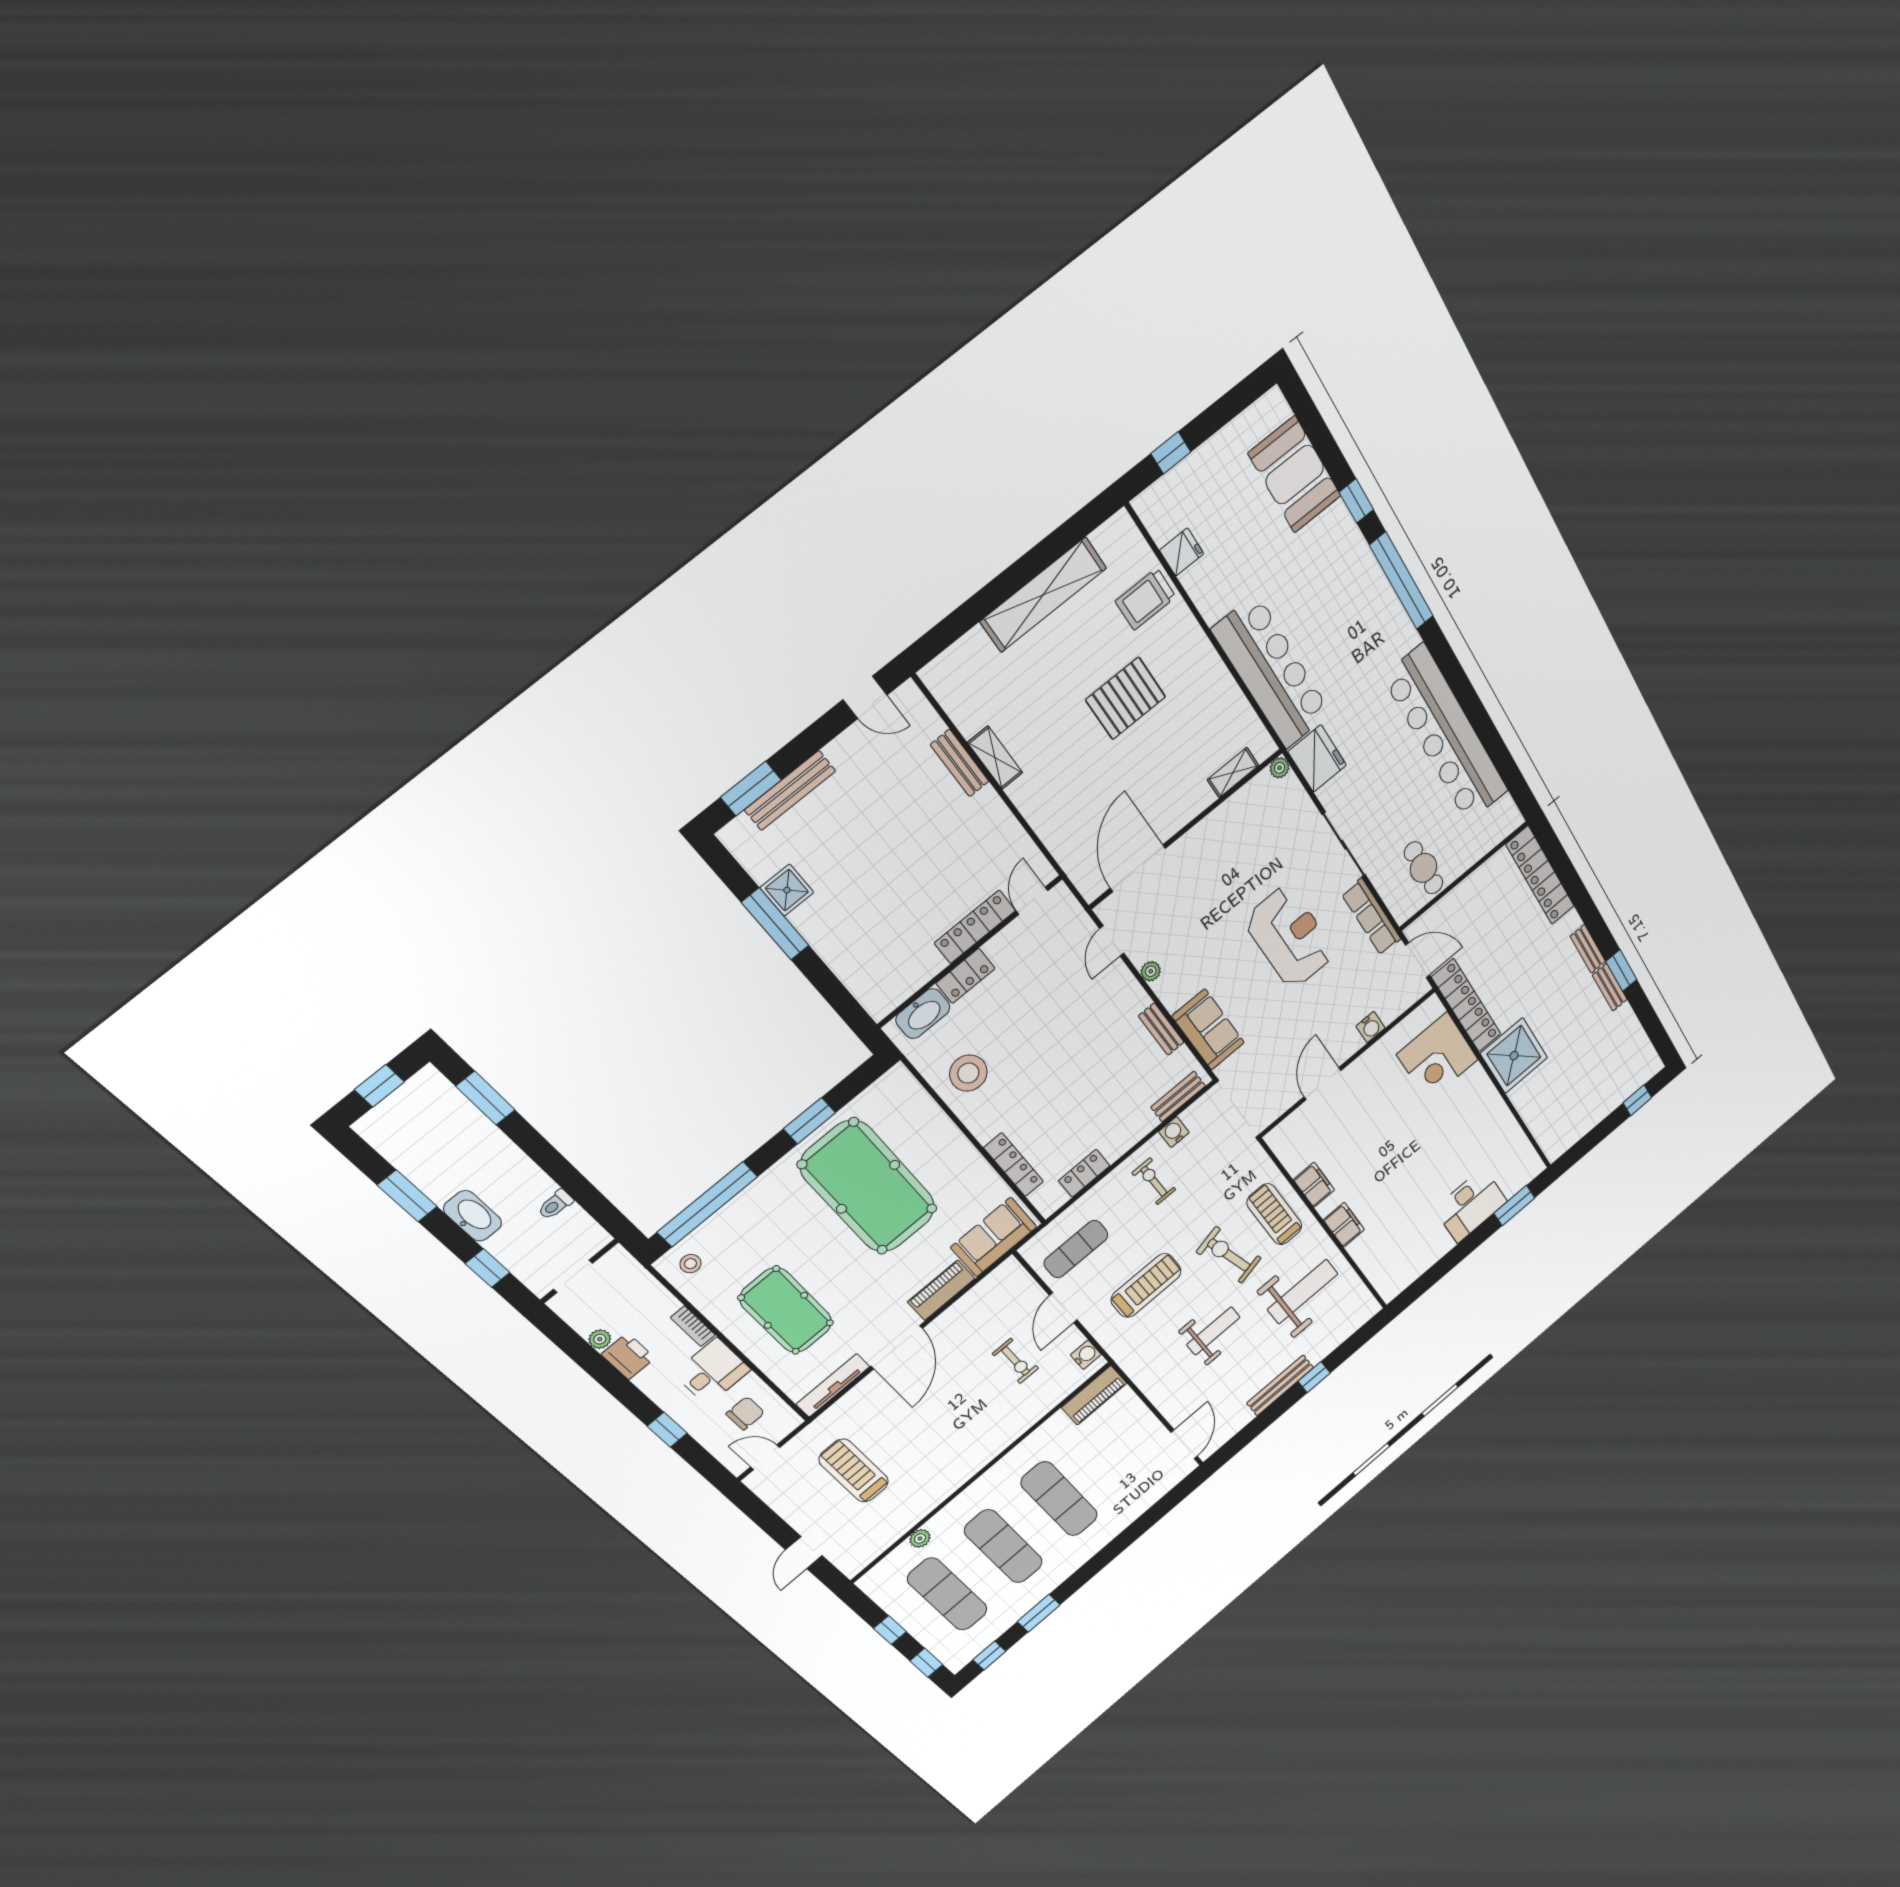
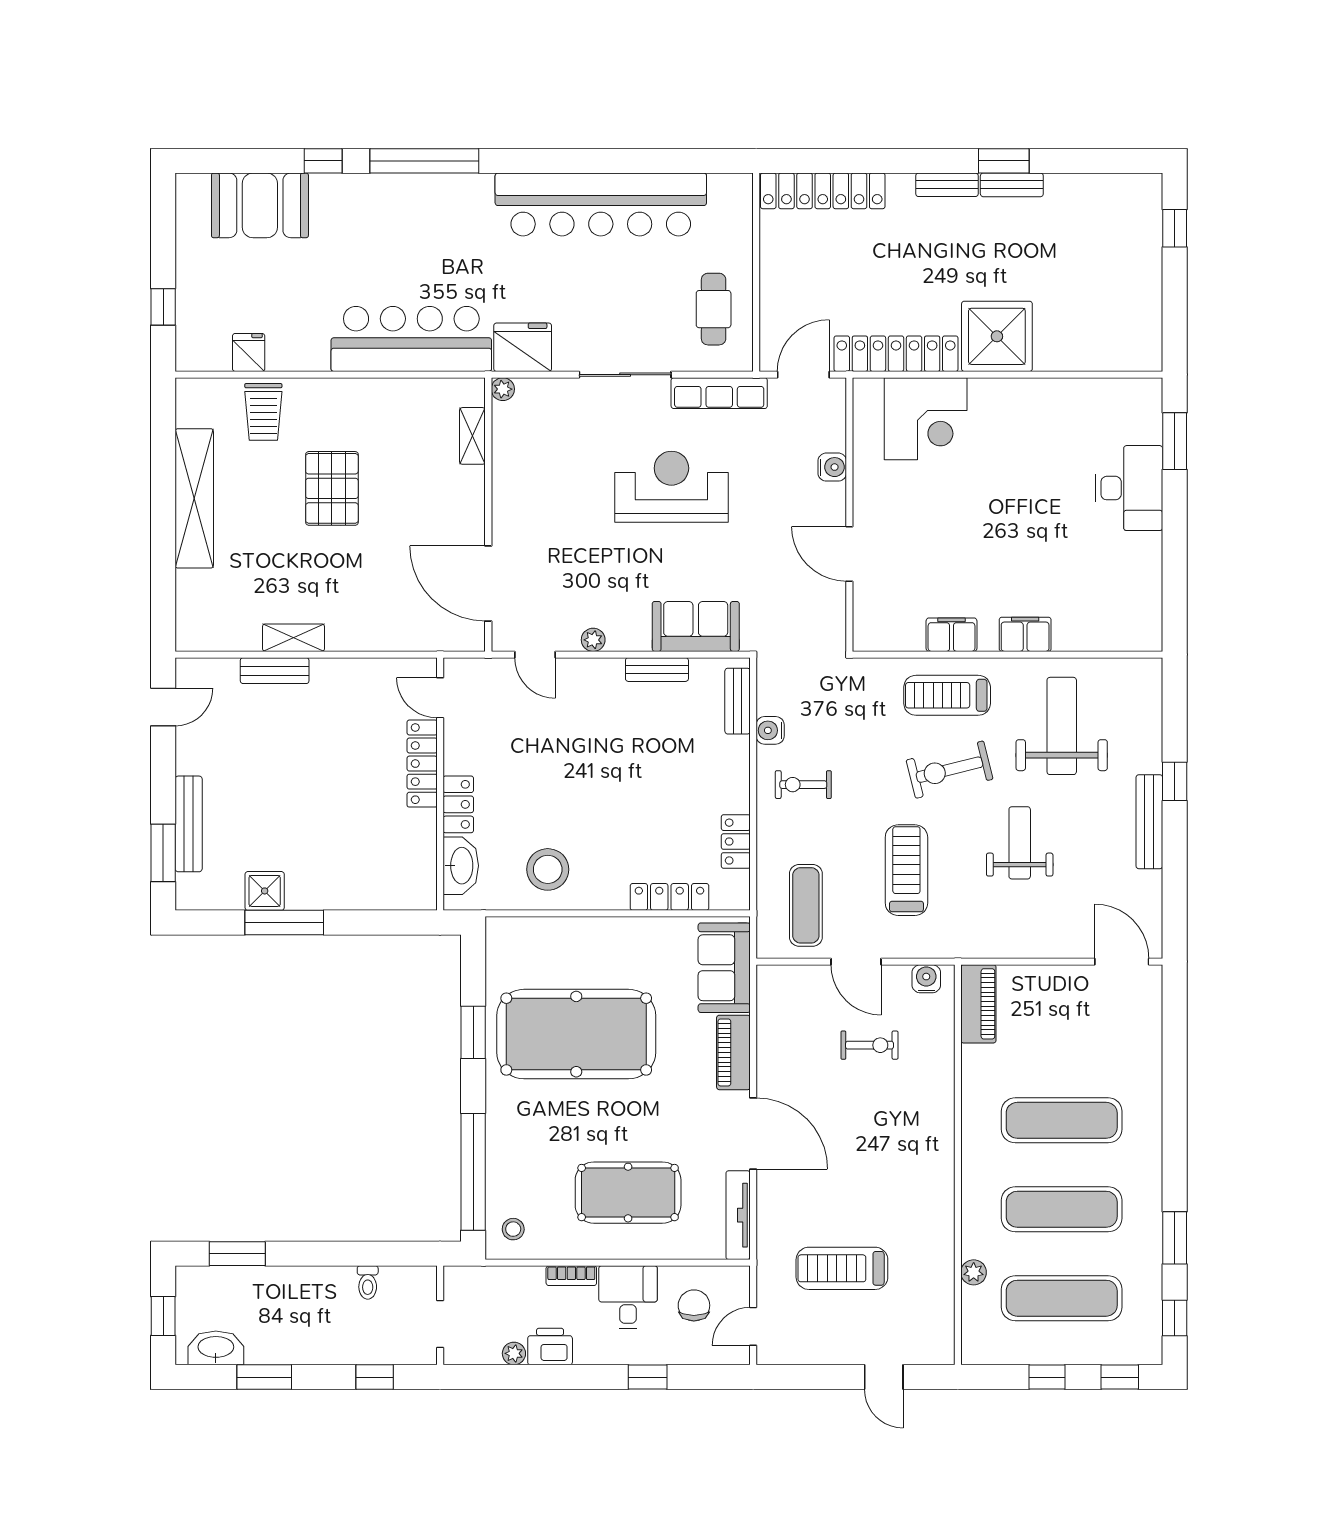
cafe table: (1424, 868) -> (714, 309), turned 90
washbasin: (473, 1216) -> (216, 1348), moved

